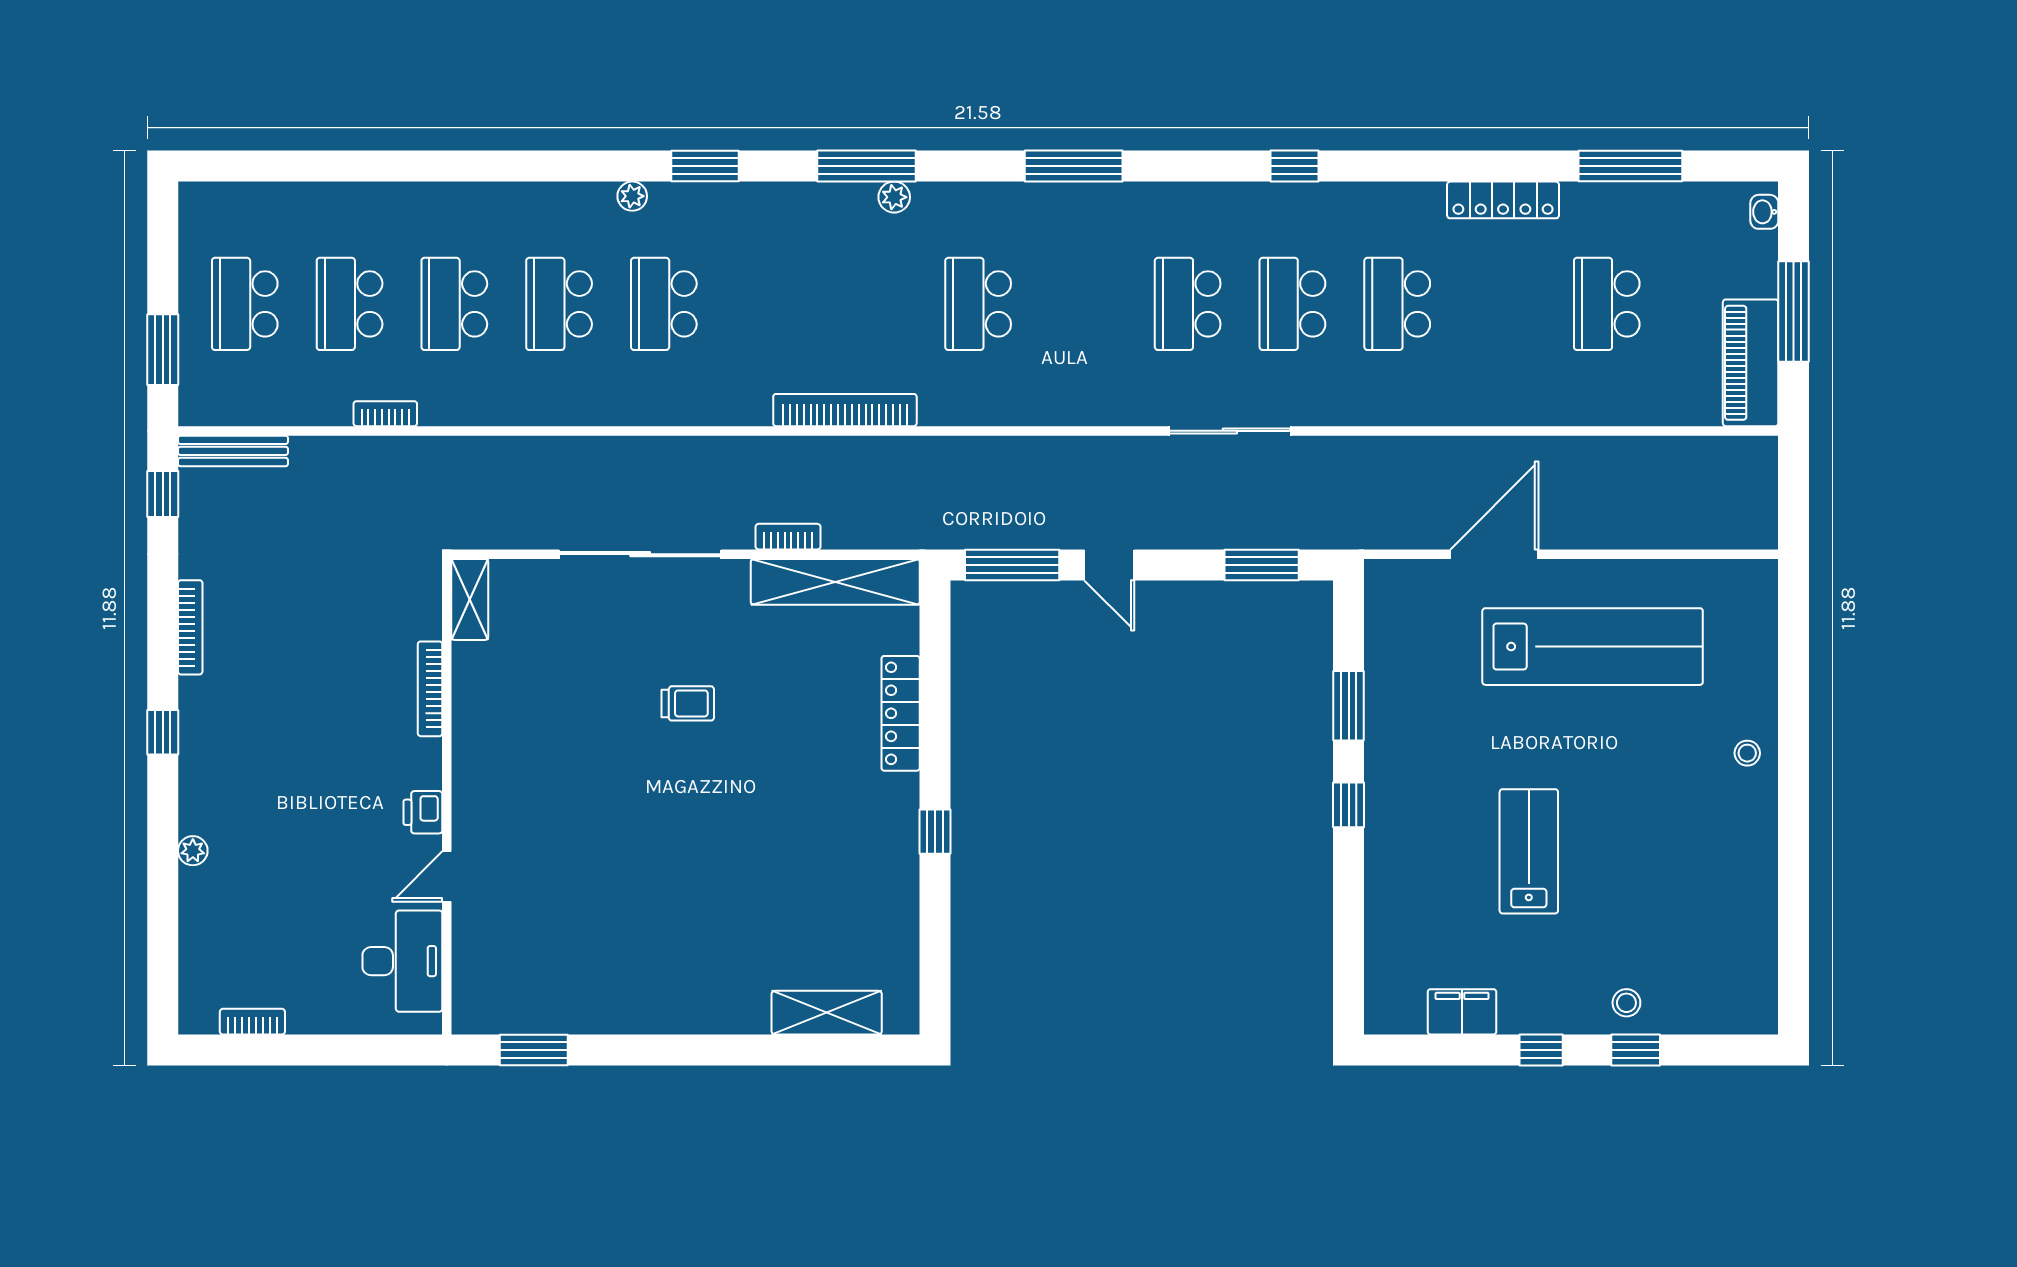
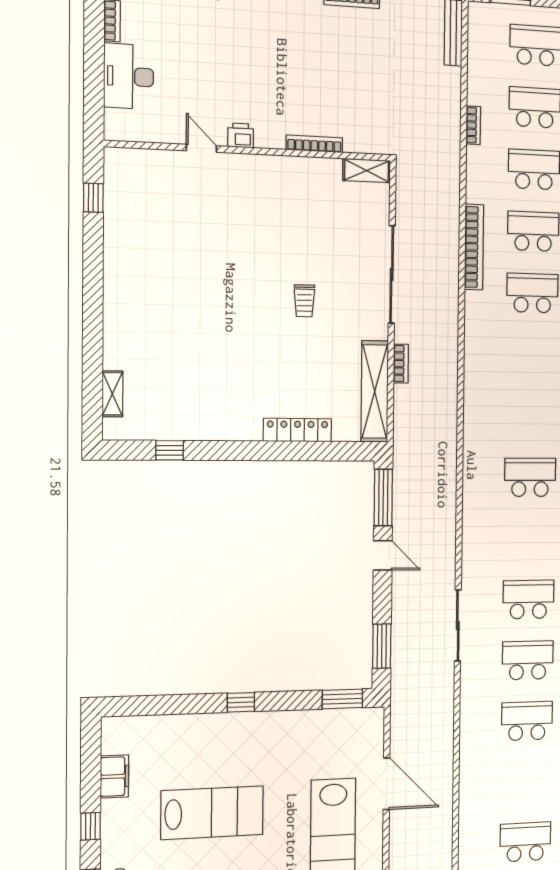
bookcase: (845, 410) -> (474, 247), moved
door: (1109, 565) -> (383, 555), swing flipped
window: (1349, 706) -> (342, 699), moved
window: (935, 832) -> (170, 450), moved
lab bench: (1529, 851) -> (212, 813), width x1.36, depth x1.39
desk: (402, 961) -> (129, 76), moved, turned 90
shelving: (827, 1013) -> (112, 394), width x0.67, depth x0.75
window: (534, 1050) -> (93, 198), width x0.67

